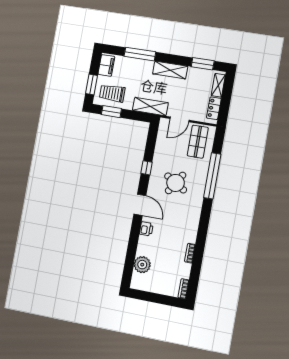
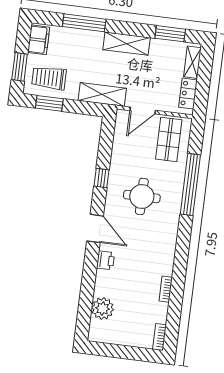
round table: (176, 183) -> (142, 196), turned -32

